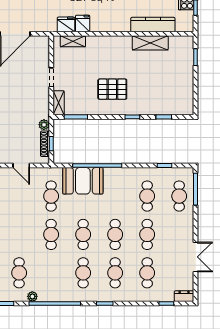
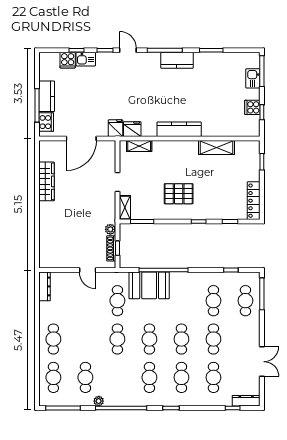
fridge: (83, 23) -> (115, 128), moved
kitchen counter: (153, 25) -> (179, 129), moved
locker: (187, 96) -> (254, 201), added
dresser: (184, 296) -> (246, 401), width x1.44

